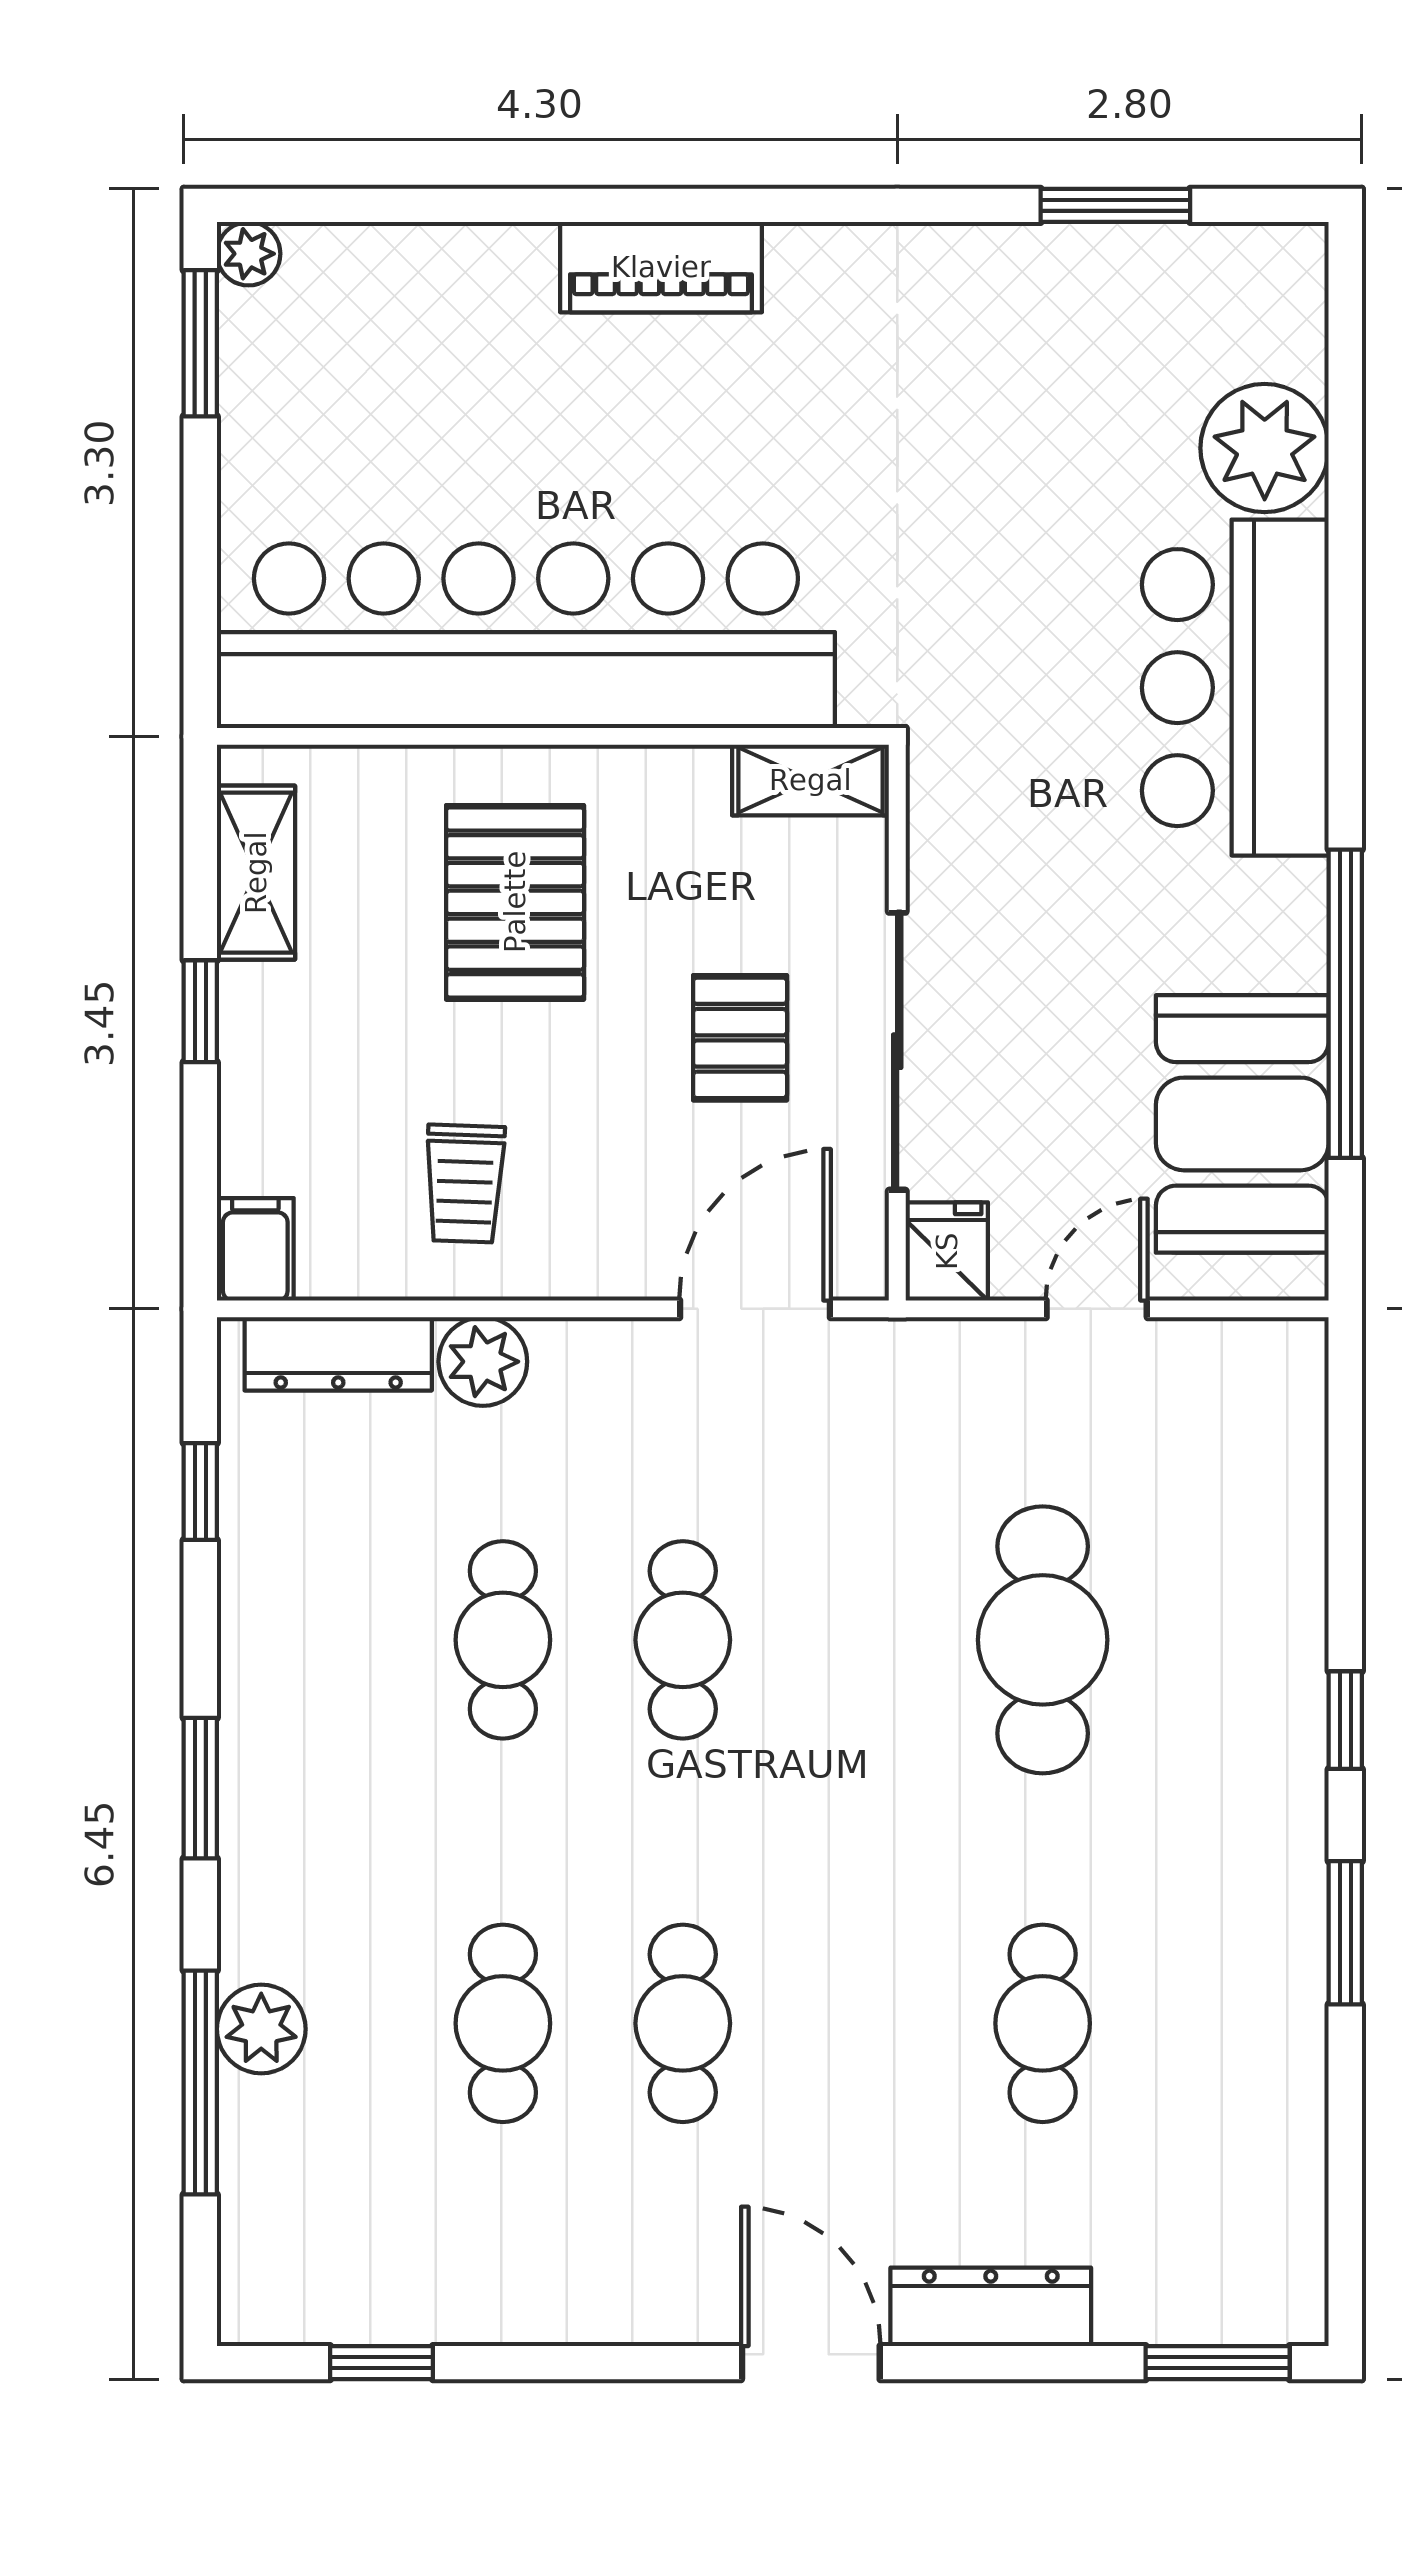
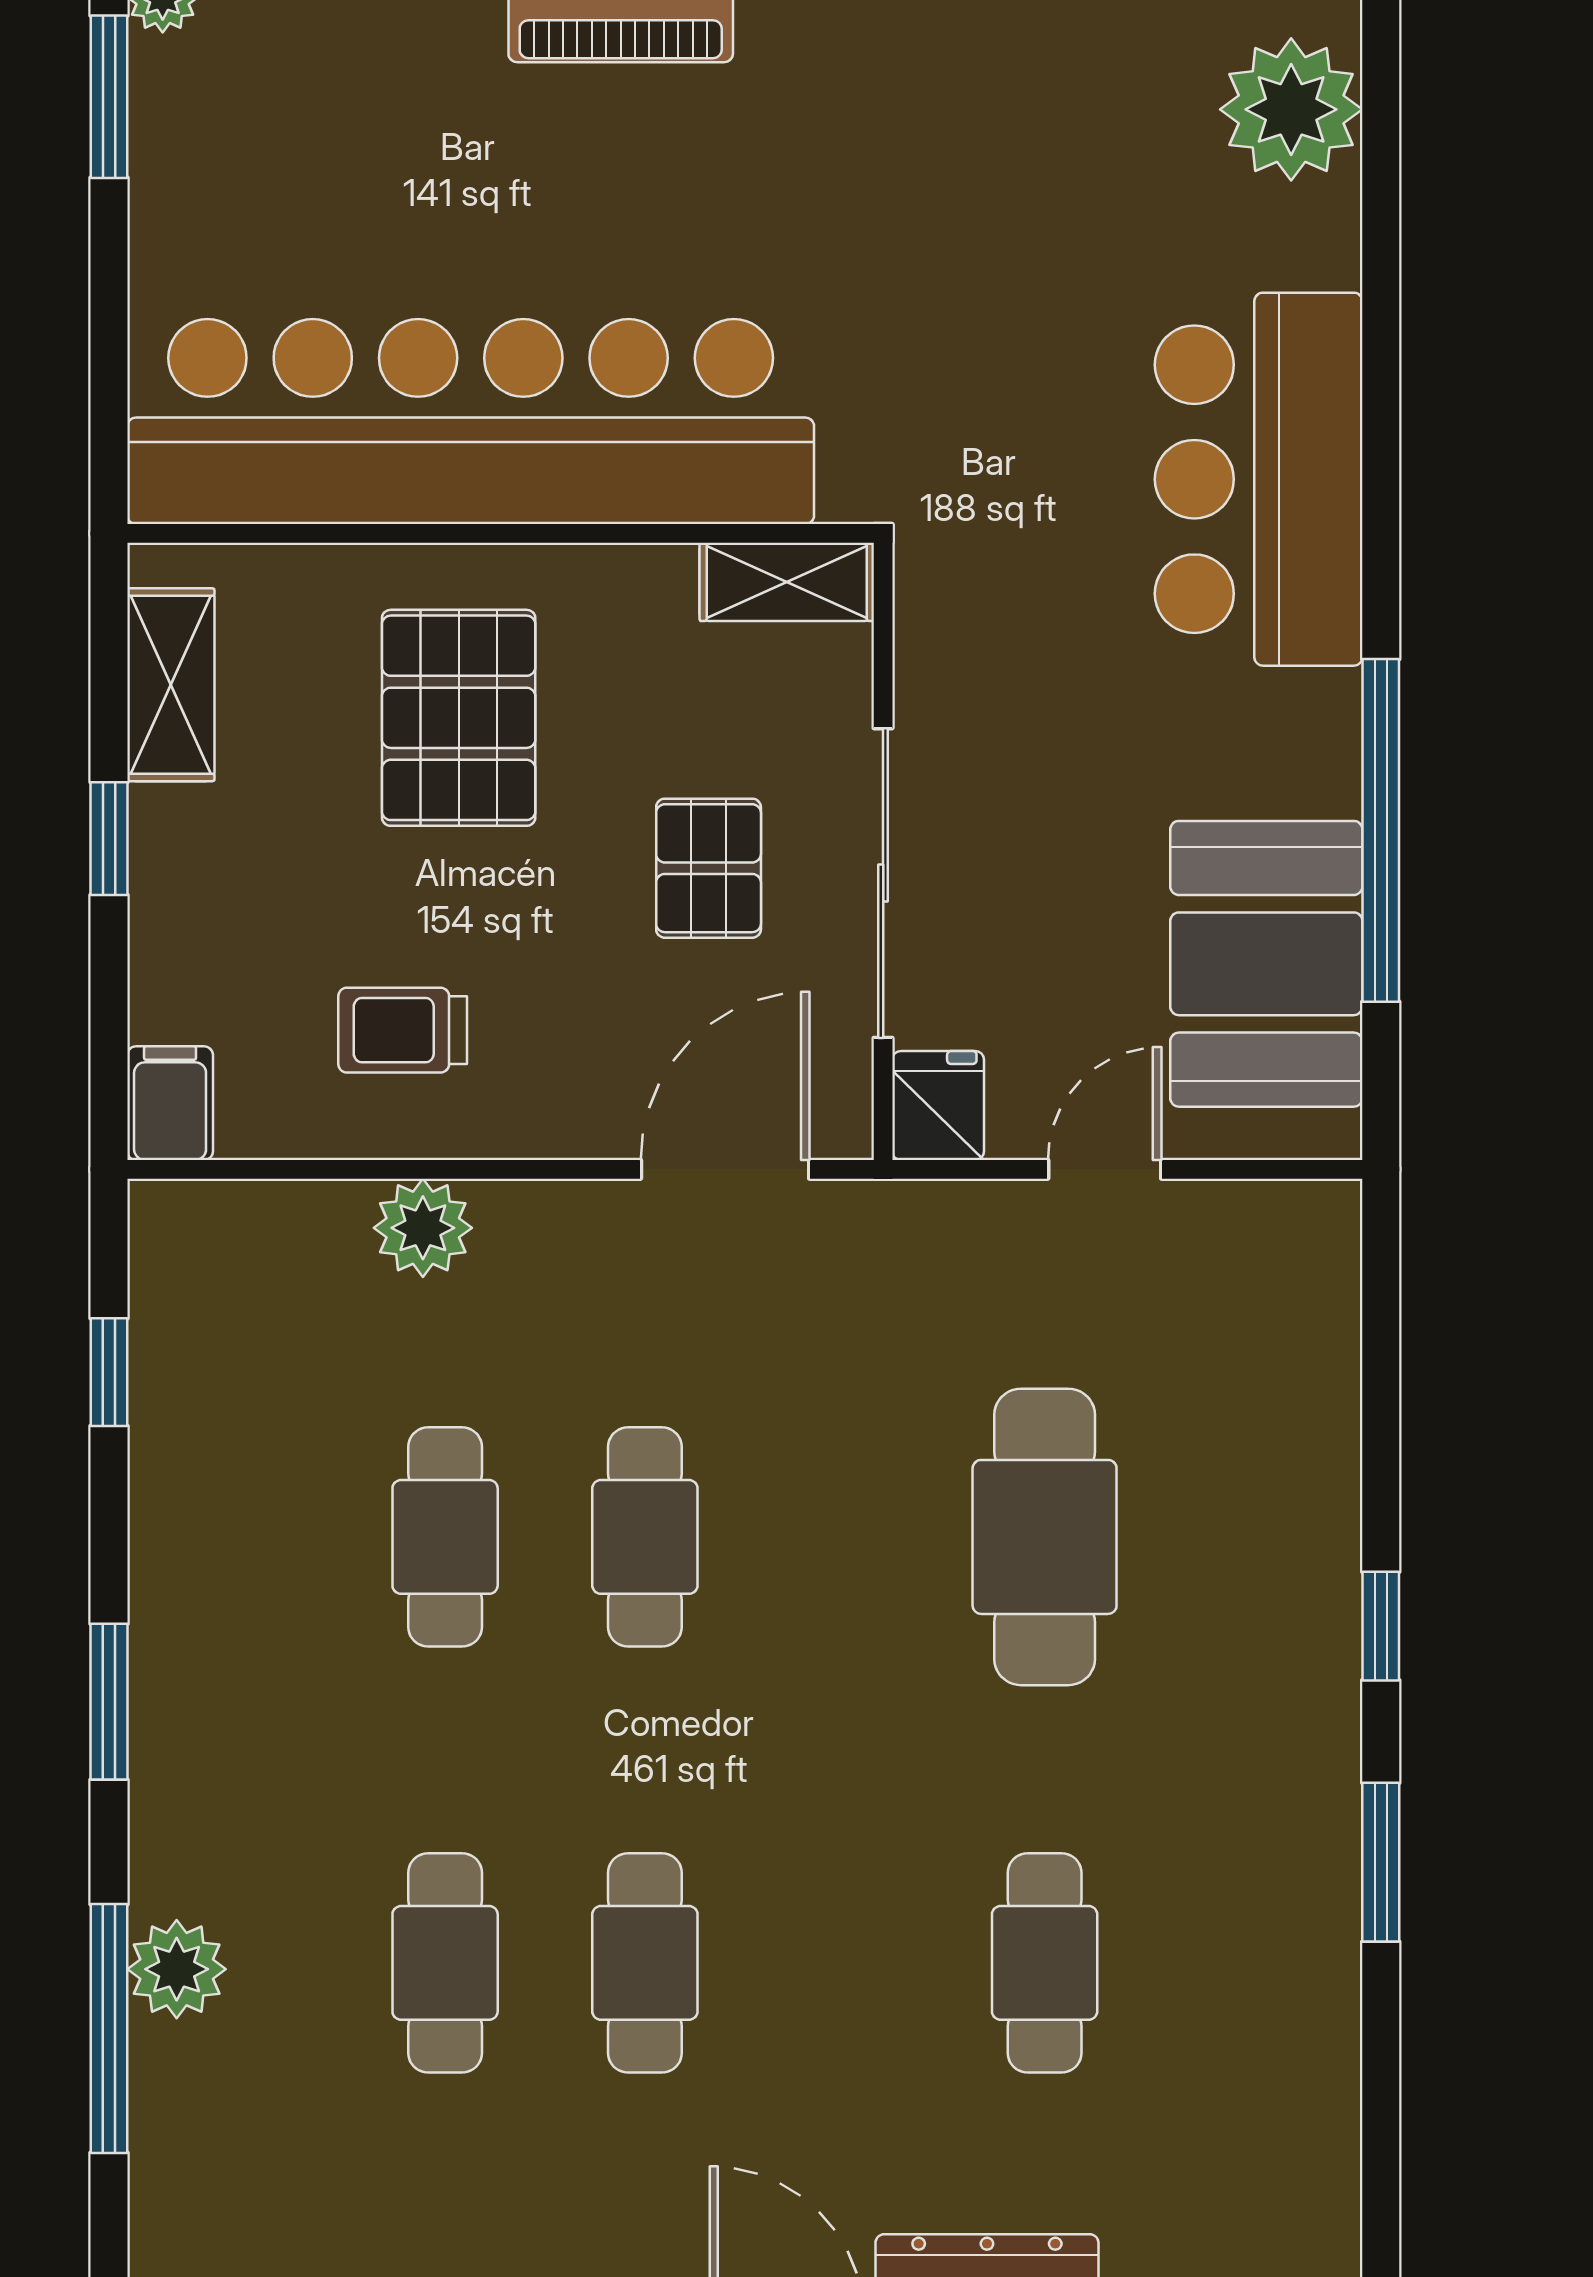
plant: (1265, 448) -> (1291, 109), moved
trolley: (465, 1184) -> (403, 1030), turned 88
dresser: (338, 1354) -> (262, 1219), removed

